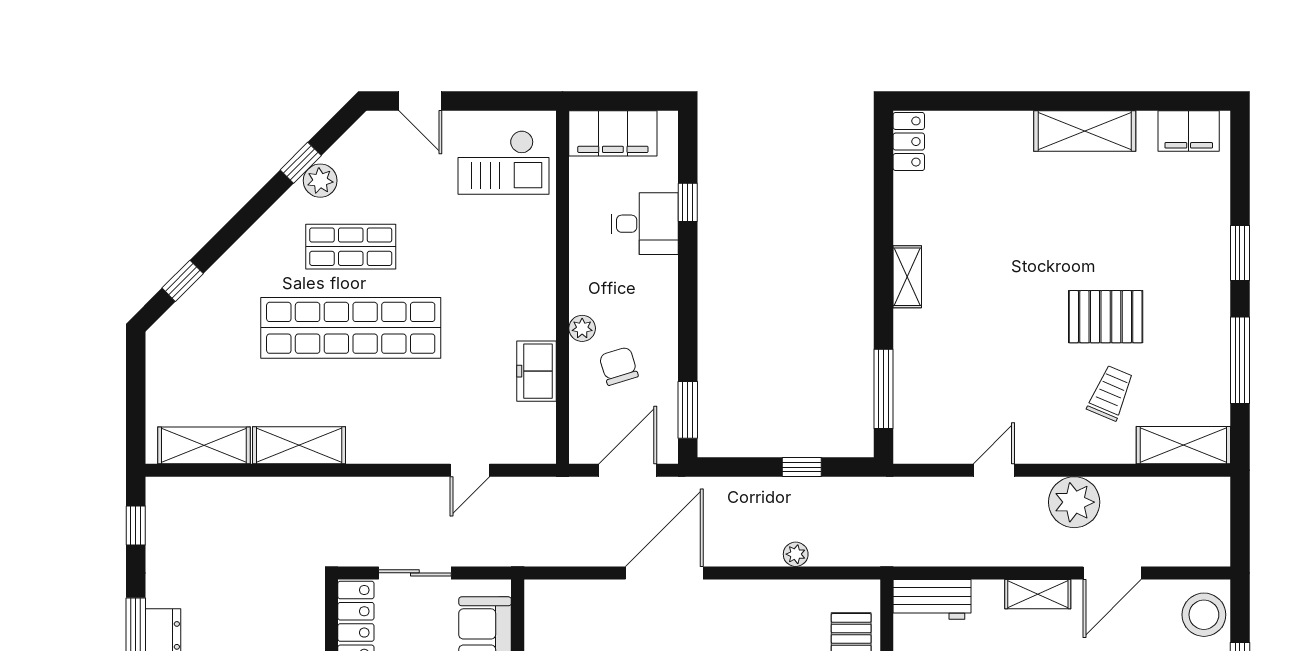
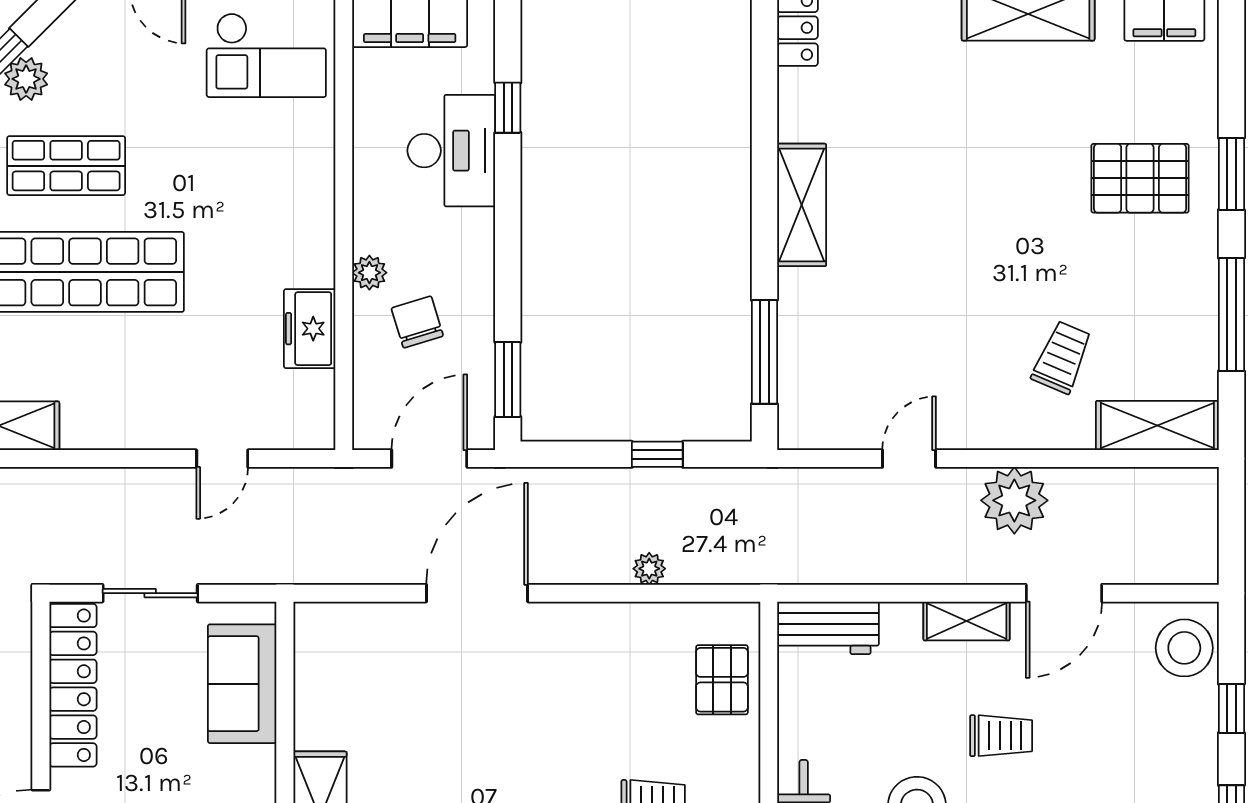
desk: (645, 224) -> (451, 151), width x1.37
shelving: (907, 277) -> (802, 205), width x1.50, depth x1.33
pallet: (1106, 317) -> (1140, 178), moved

